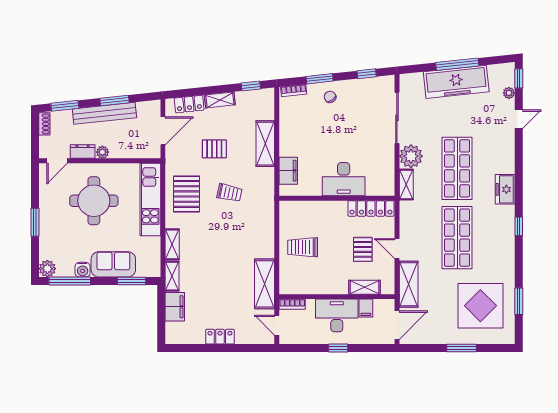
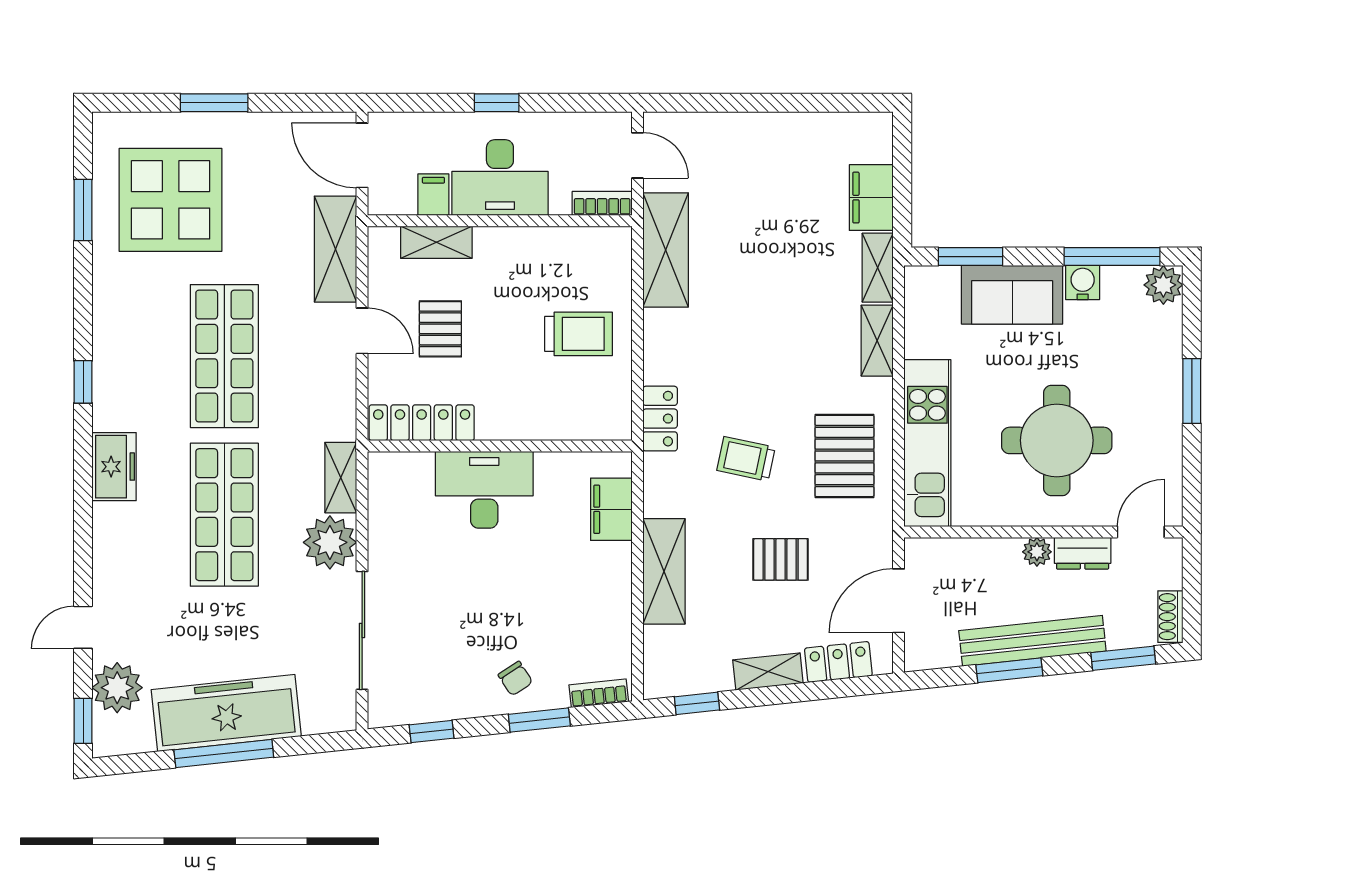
plant: (509, 93) -> (117, 688), width x1.88, depth x1.88
door: (397, 325) -> (362, 155), hinge flipped
locker: (220, 337) -> (660, 419), moved, turned -90

